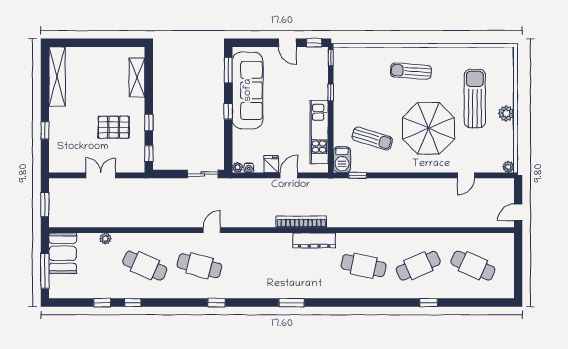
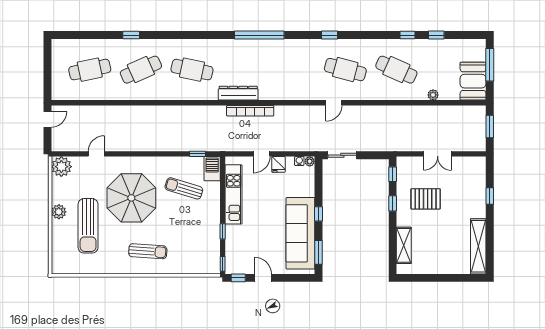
plant: (508, 167) -> (61, 167), width x1.87, depth x1.87
cafe table: (473, 266) -> (90, 70), turned -36
window: (292, 303) -> (259, 35), width x2.11

